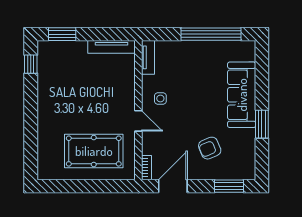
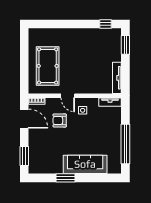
door: (138, 121) -> (68, 96), hinge flipped
armchair: (210, 148) -> (60, 120), moved, turned -67

